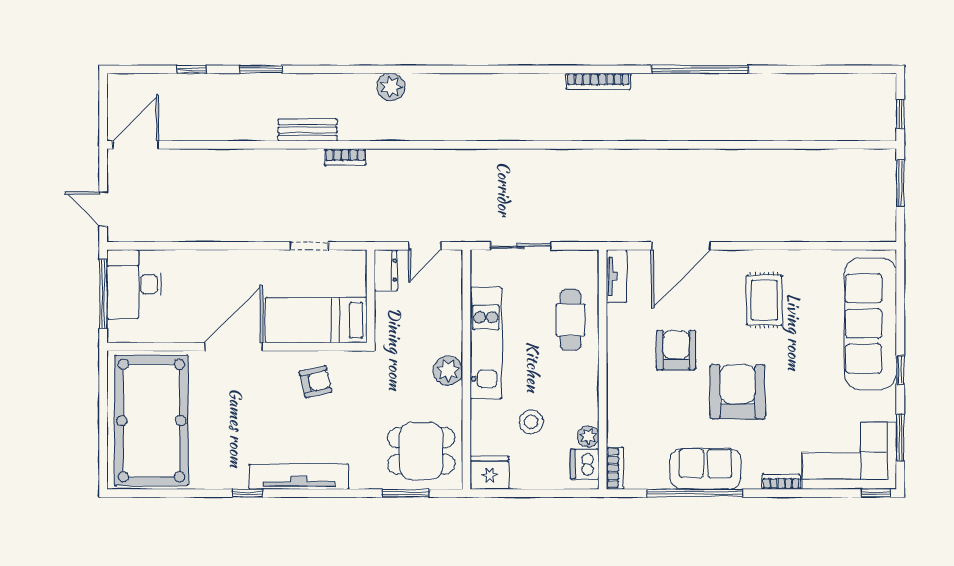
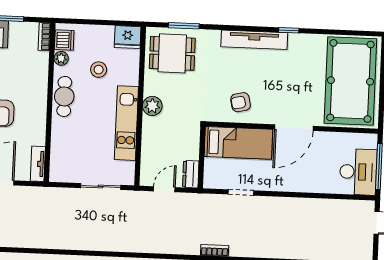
cafe table: (571, 320) -> (64, 96), moved

